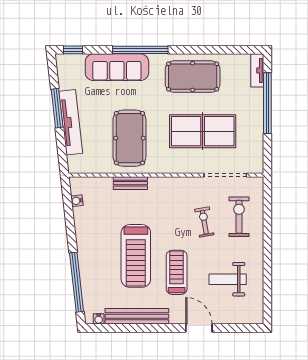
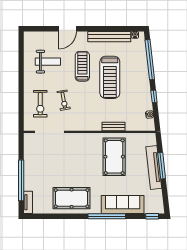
window: (57, 108) -> (162, 166), moved
table tennis table: (203, 131) -> (65, 161), removed
window: (70, 228) -> (154, 96), added
treadmill: (136, 256) -> (110, 77), turned 180
treadmill: (177, 272) -> (82, 66), turned 180
door: (199, 328) -> (67, 29), hinge flipped

